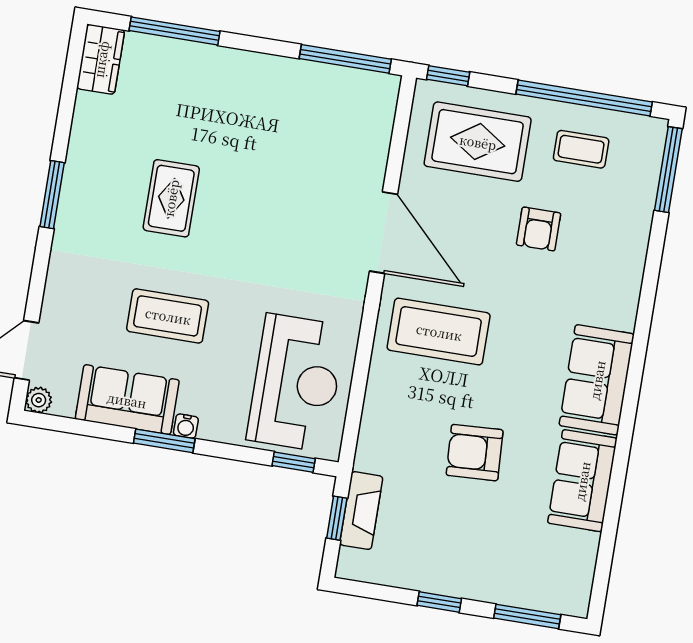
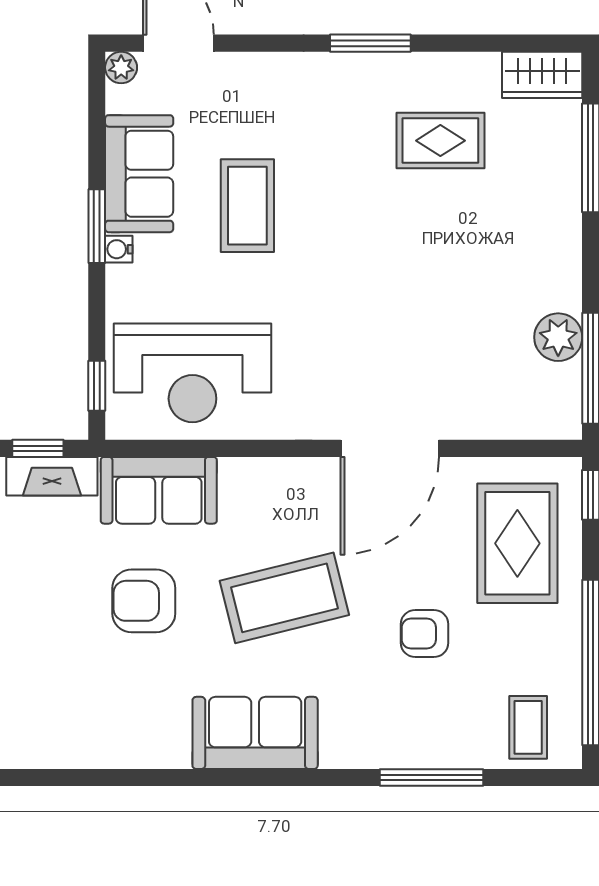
plant: (316, 81) -> (558, 337), added
coffee table: (581, 149) -> (528, 727), moved
window: (668, 170) -> (431, 778), moved
rug: (171, 198) -> (440, 141), moved
coffee table: (439, 332) -> (284, 598), moved, turned 76
armchair: (475, 453) -> (144, 601), turned -87
sofa: (582, 481) -> (159, 490), moved, turned 180

